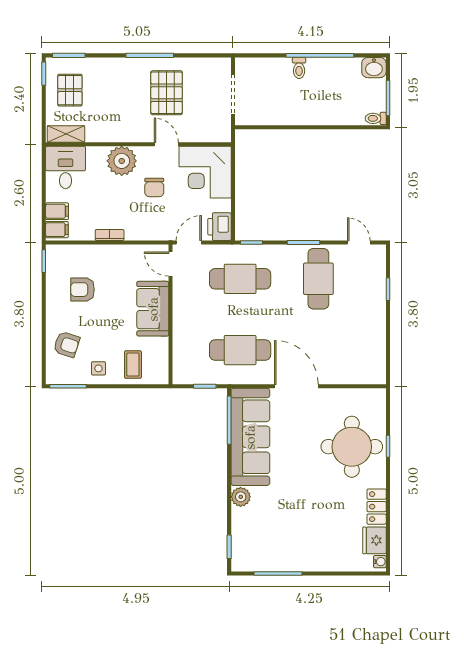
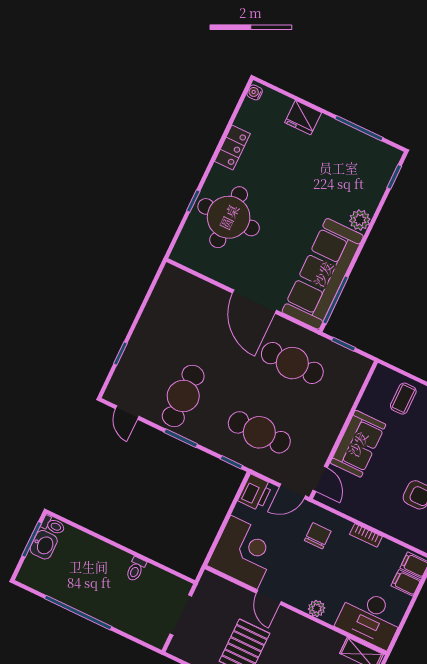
toilet: (299, 68) -> (136, 569), moved, turned 180
washbasin: (374, 68) -> (44, 545), moved, turned 90
plant: (122, 161) -> (317, 608), width x0.53, depth x0.53
desk: (66, 167) -> (370, 618), width x1.37
chair: (154, 187) -> (318, 536), moved
fridge: (374, 540) -> (303, 118), moved, turned 90

